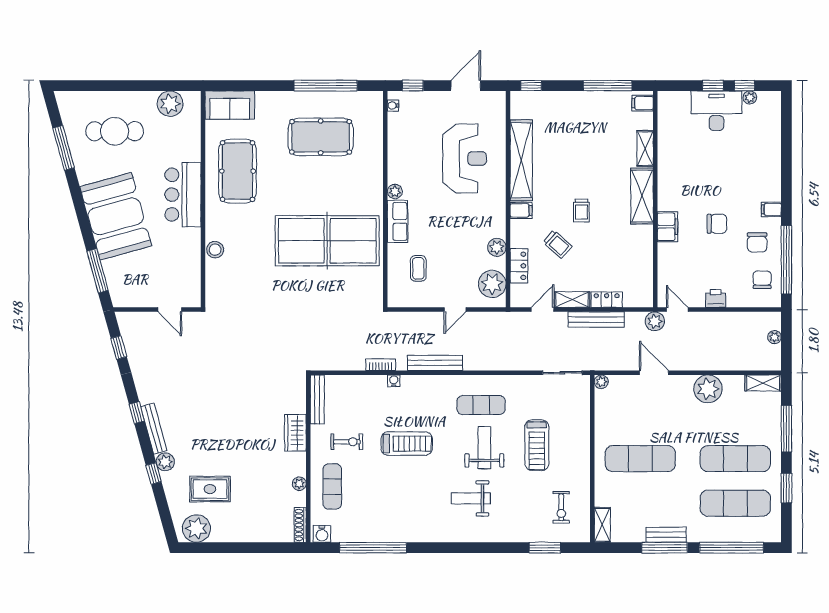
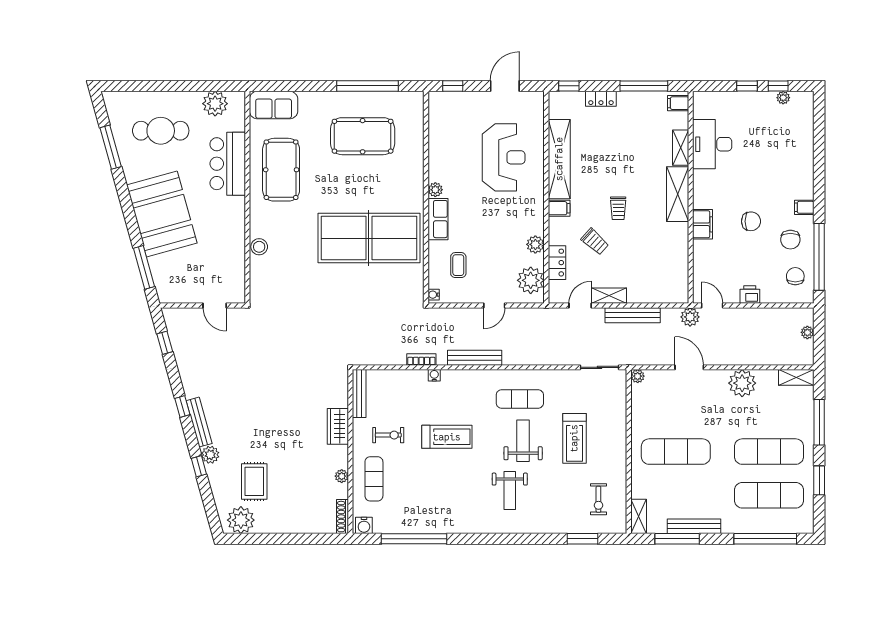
water cooler: (393, 105) -> (434, 295), moved
desk: (716, 111) -> (712, 144), moved, turned -90
bar counter: (183, 195) -> (228, 164), moved
locker: (607, 300) -> (601, 99), moved, turned 180
rug: (210, 489) -> (254, 481), turned 90
weight bench: (471, 498) -> (510, 491), turned -90
bench: (666, 535) -> (694, 526), width x1.36
window: (665, 548) -> (677, 539), moved

